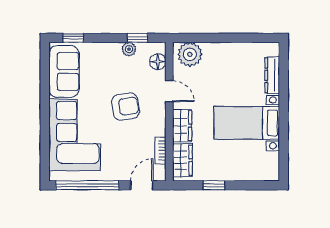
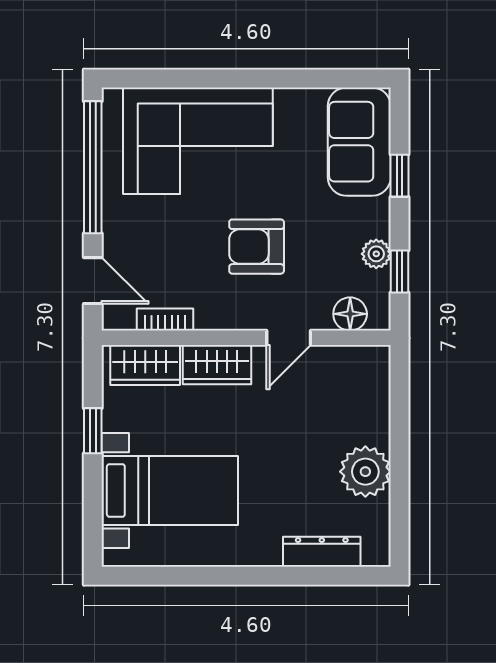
window: (73, 38) -> (400, 176), moved
plant: (190, 54) -> (365, 472), moved
sofa: (64, 71) -> (359, 142), moved, turned 90
armchair: (125, 107) -> (257, 247), turned 99
bed with nightstands: (247, 123) -> (170, 490), moved, turned 90

